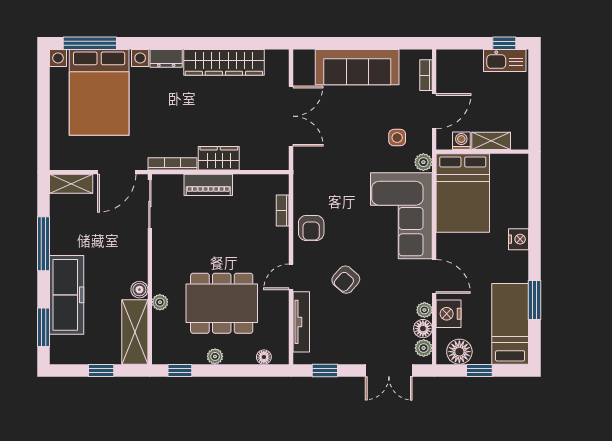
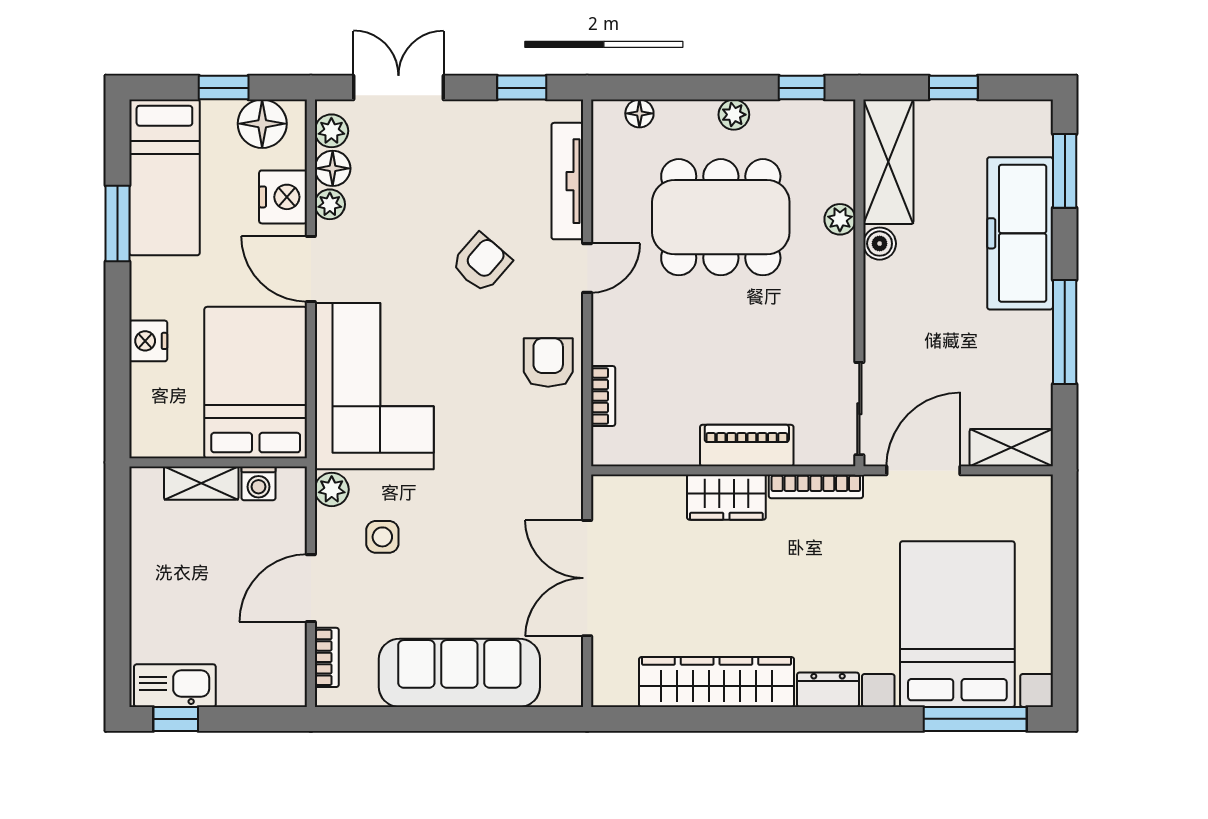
washing machine: (461, 141) -> (259, 483), moved
shelving: (491, 141) -> (201, 483), moved
wall: (482, 152) -> (218, 462), moved
bed: (463, 193) -> (256, 383), moved

